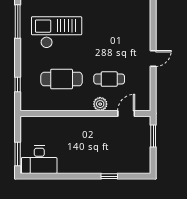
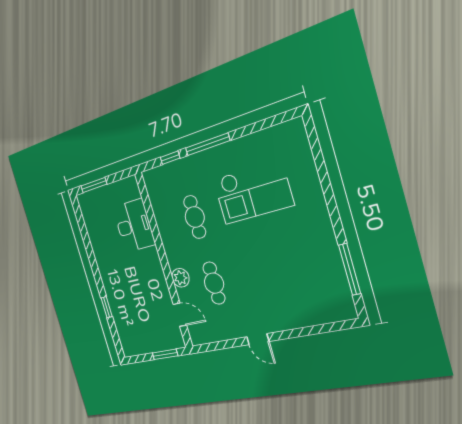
window: (18, 21) -> (207, 144), moved
checkout: (57, 32) -> (253, 192), turned 90
cafe table: (62, 79) -> (195, 217), width x0.73, depth x0.74
desk: (39, 160) -> (134, 226), moved, turned 180

